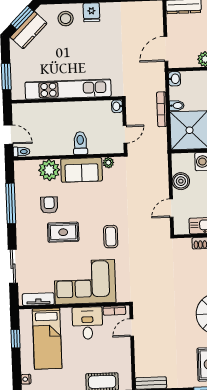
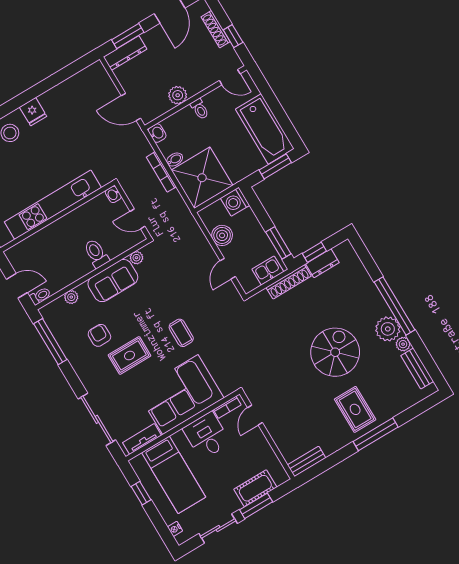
door: (166, 49) -> (131, 107), hinge flipped
door: (125, 134) -> (138, 219), swing flipped
plant: (49, 170) -> (71, 297), width x0.53, depth x0.53
window: (11, 203) -> (50, 342), moved
sliding door: (13, 266) -> (97, 419), width x1.37

